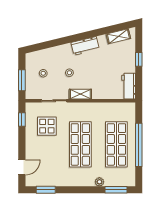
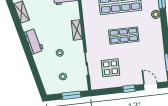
shelving: (80, 94) -> (77, 30), moved
window: (22, 119) -> (129, 89), moved
shop shelf: (80, 144) -> (124, 36), width x0.70, depth x0.74

